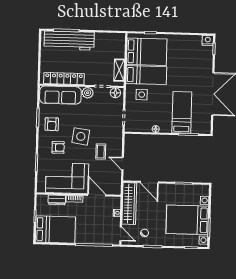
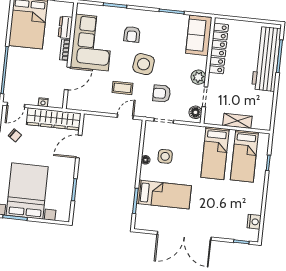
nightstand: (208, 40) -> (254, 222), moved
bed: (147, 52) -> (244, 156), width x0.67
shelving: (119, 70) -> (237, 121), moved
sofa: (60, 95) -> (199, 35), width x0.73
side table: (142, 95) -> (165, 156), moved
armchair: (52, 124) -> (162, 94), moved
door: (123, 164) -> (125, 117), moved

